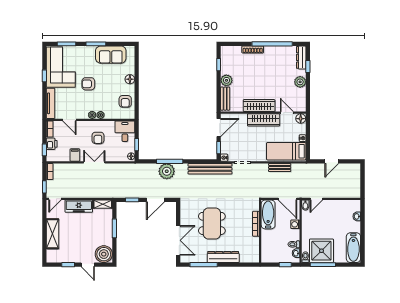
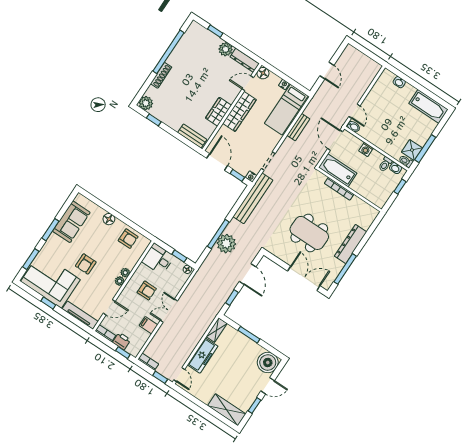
dresser: (301, 57) -> (245, 60), moved
plant: (226, 80) -> (146, 103), moved
wardrobe: (259, 106) -> (218, 112), width x0.67
door: (288, 199) -> (335, 140), swing flipped
shelving: (52, 234) -> (227, 410), moved
shower: (321, 251) -> (412, 150), width x0.54, depth x0.54

